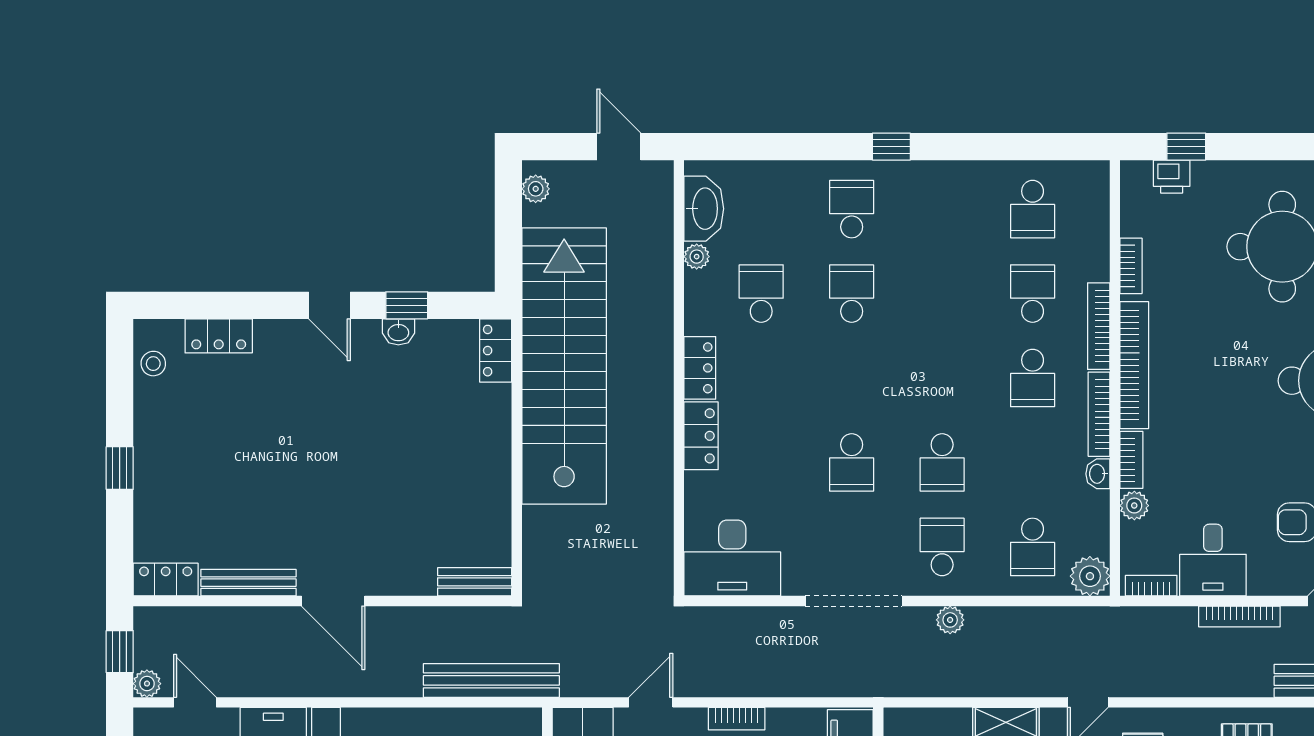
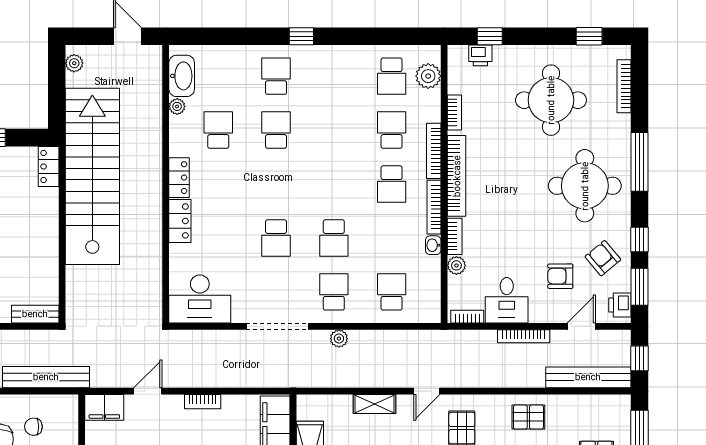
school desk: (1033, 547) -> (392, 292), turned 180
plant: (1090, 576) -> (428, 76), moved

